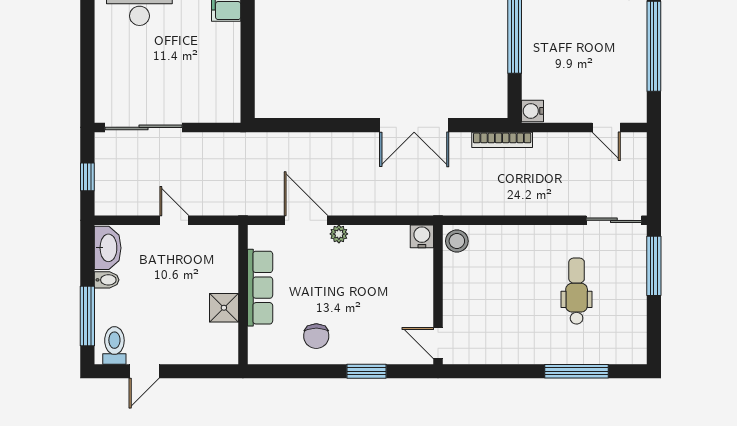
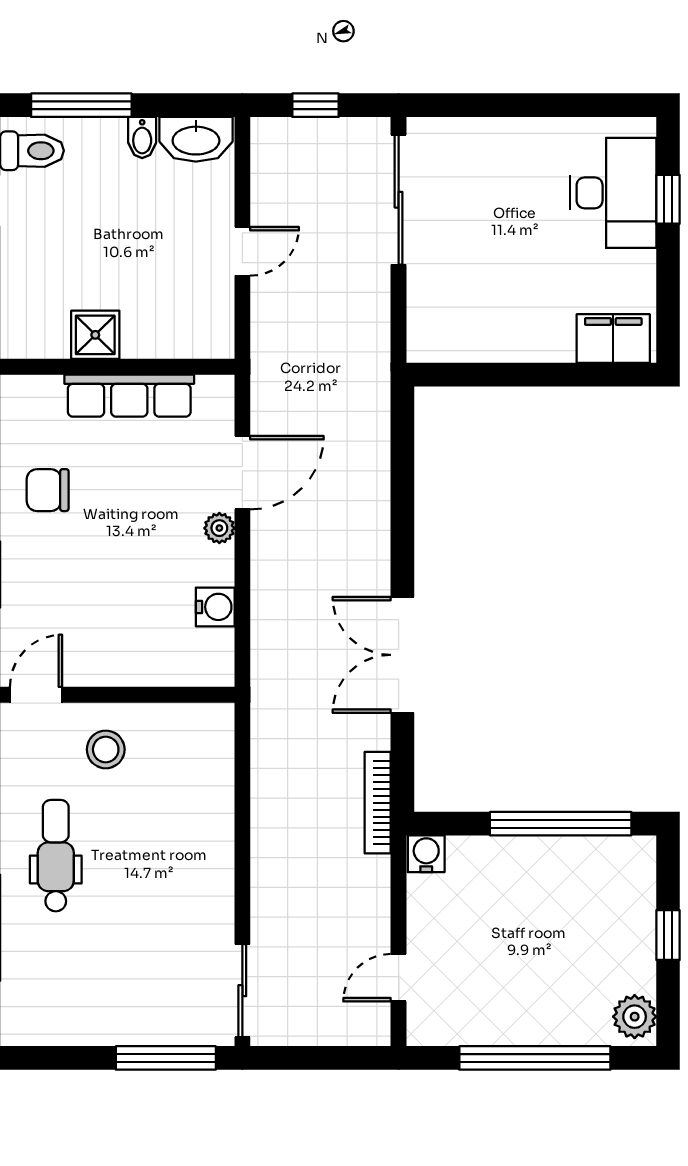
water cooler: (422, 236) -> (215, 607), moved
stool: (457, 241) -> (106, 749), moved
dental chair: (577, 291) -> (56, 856), moved, turned -90

